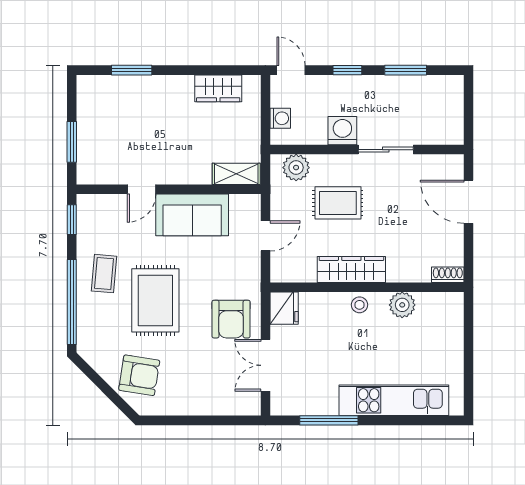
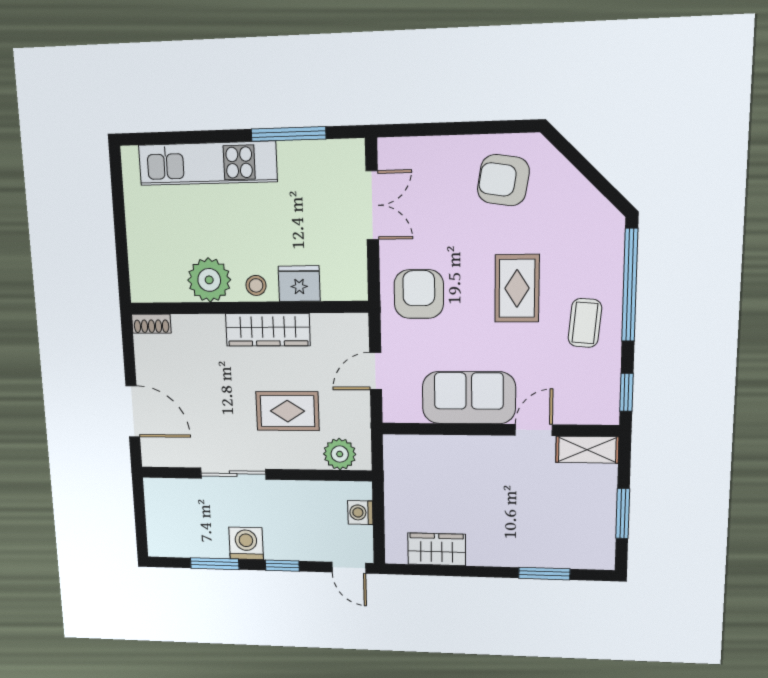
washing machine: (342, 131) -> (246, 543), moved, turned 180
window: (72, 142) -> (623, 514), moved
shelving: (236, 174) -> (587, 450), moved
rug: (155, 300) -> (517, 288), width x0.73, depth x0.70
plant: (402, 305) -> (209, 280), width x1.36, depth x1.36
fridge: (284, 308) -> (299, 284), moved, turned 90
armchair: (231, 319) -> (419, 294), moved
armchair: (139, 375) -> (503, 180), moved

